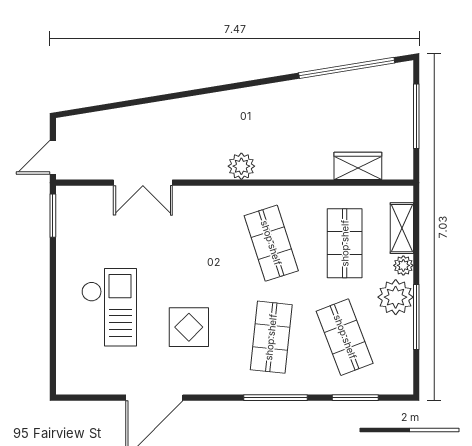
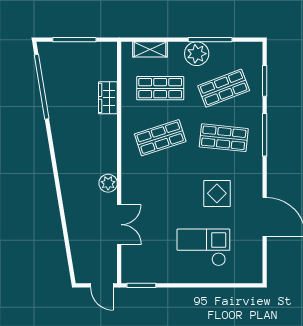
plant: (241, 166) -> (108, 183), moved
wardrobe: (358, 166) -> (108, 98), moved
plant: (403, 265) -> (175, 48), removed

